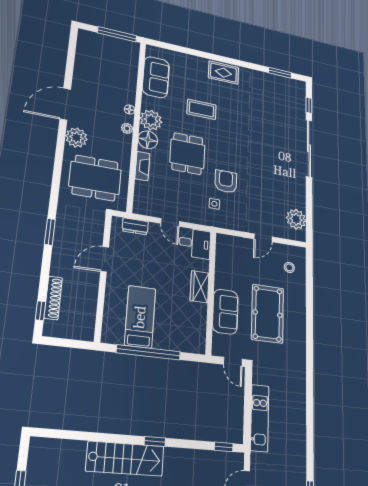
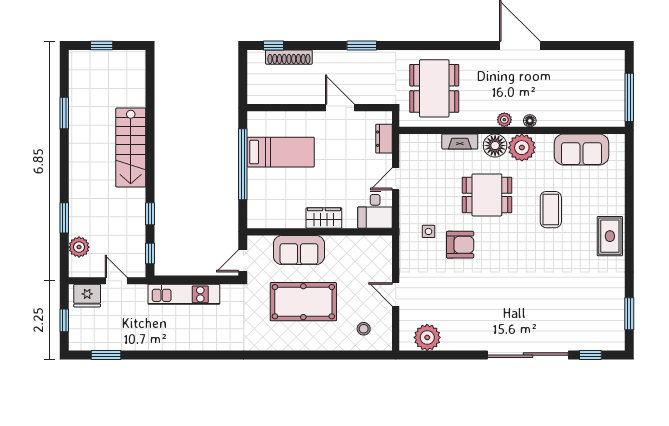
plant: (76, 138) -> (480, 62), removed
window: (155, 441) -> (150, 214), moved

